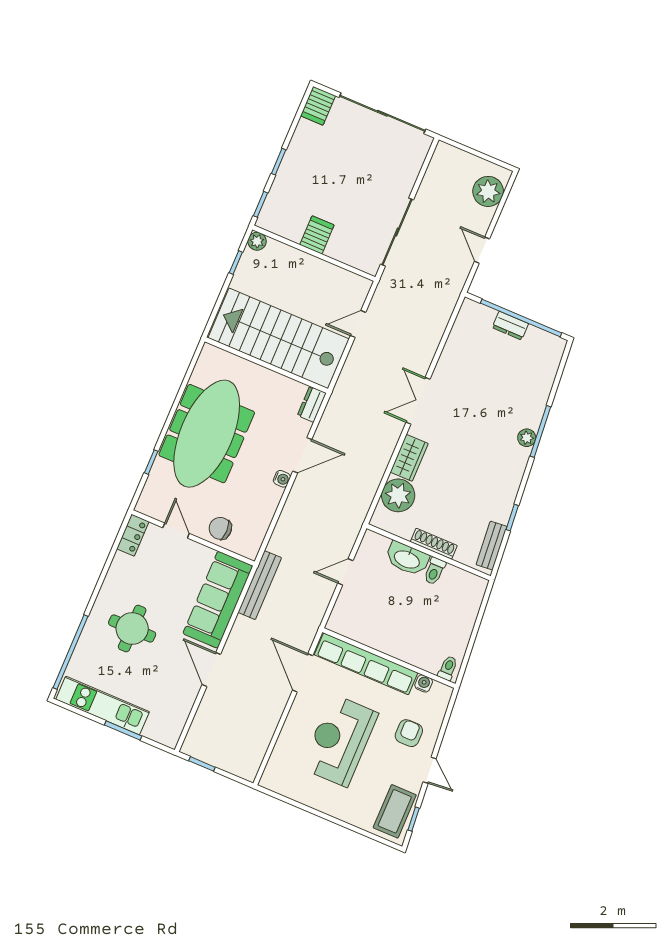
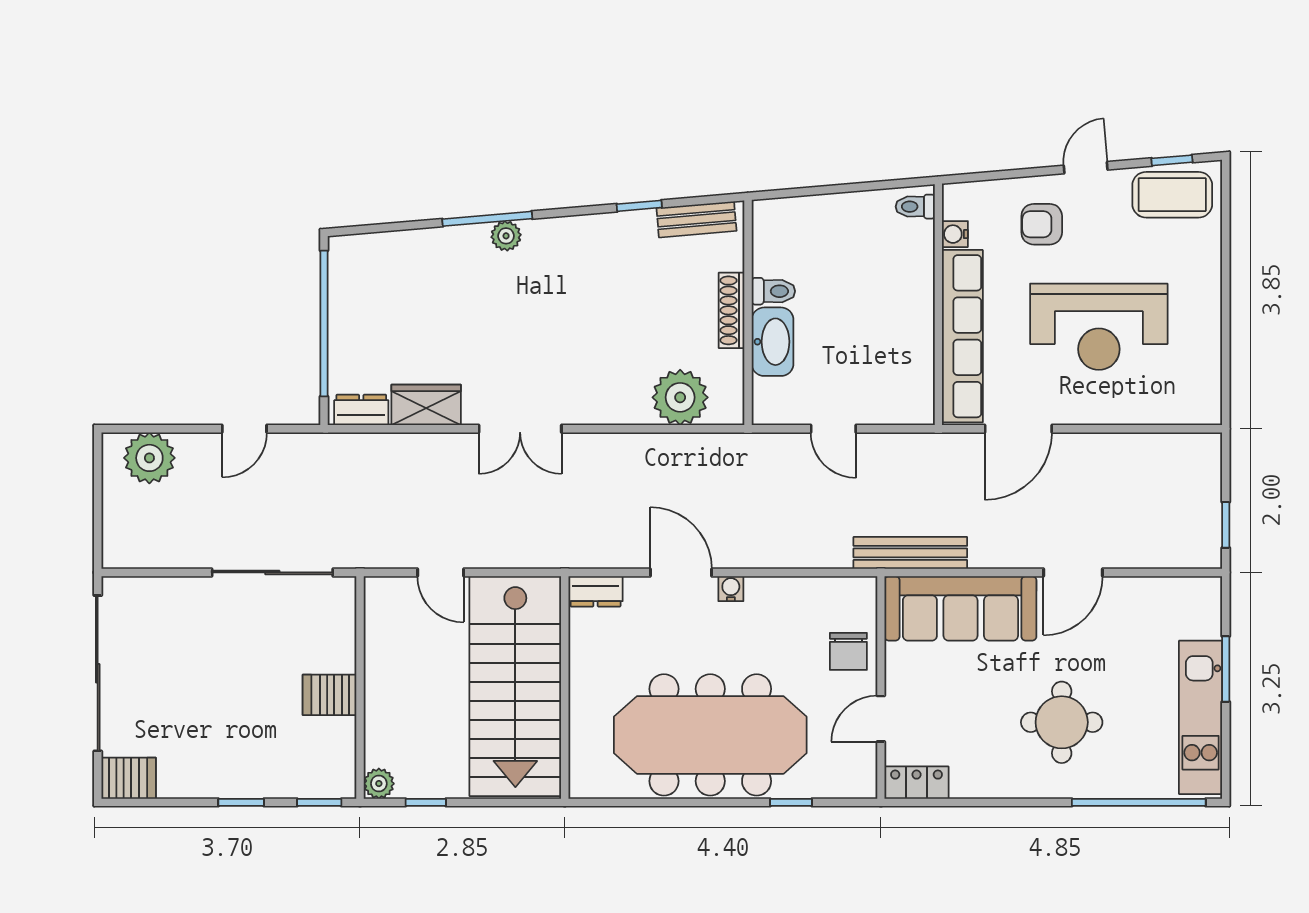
dresser: (510, 326) -> (361, 410), moved, turned -90
wardrobe: (409, 458) -> (426, 405), moved

